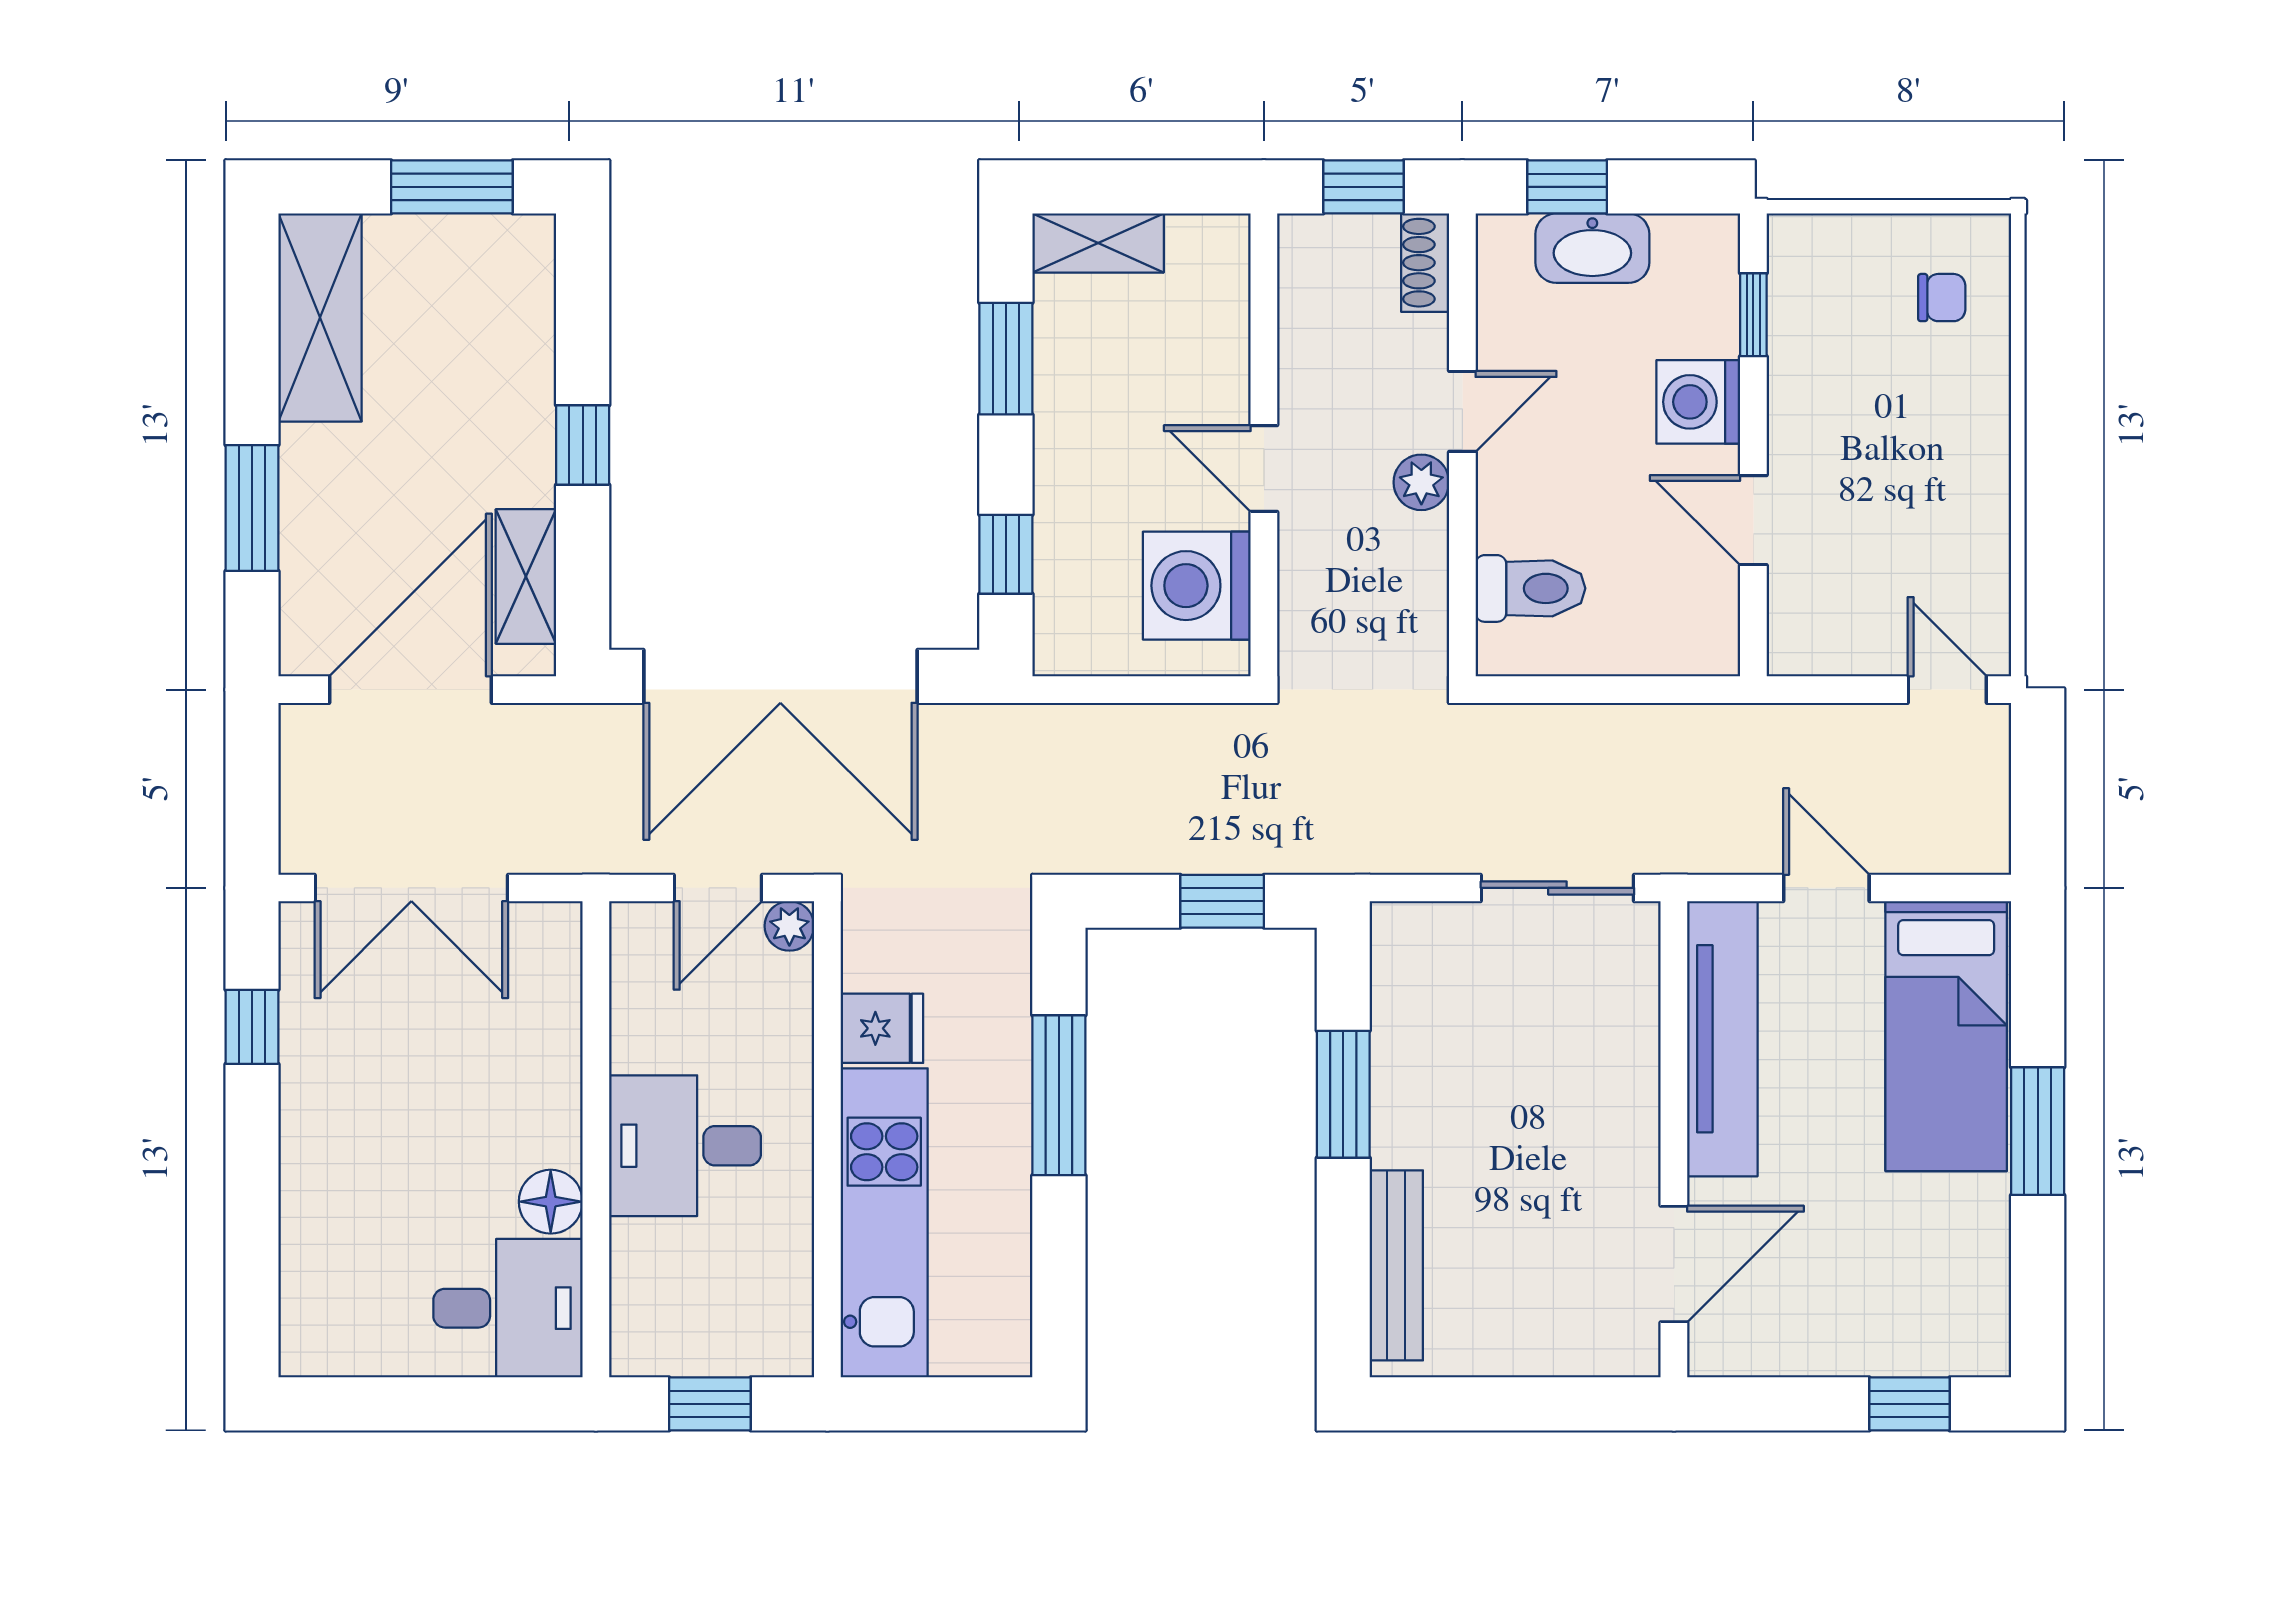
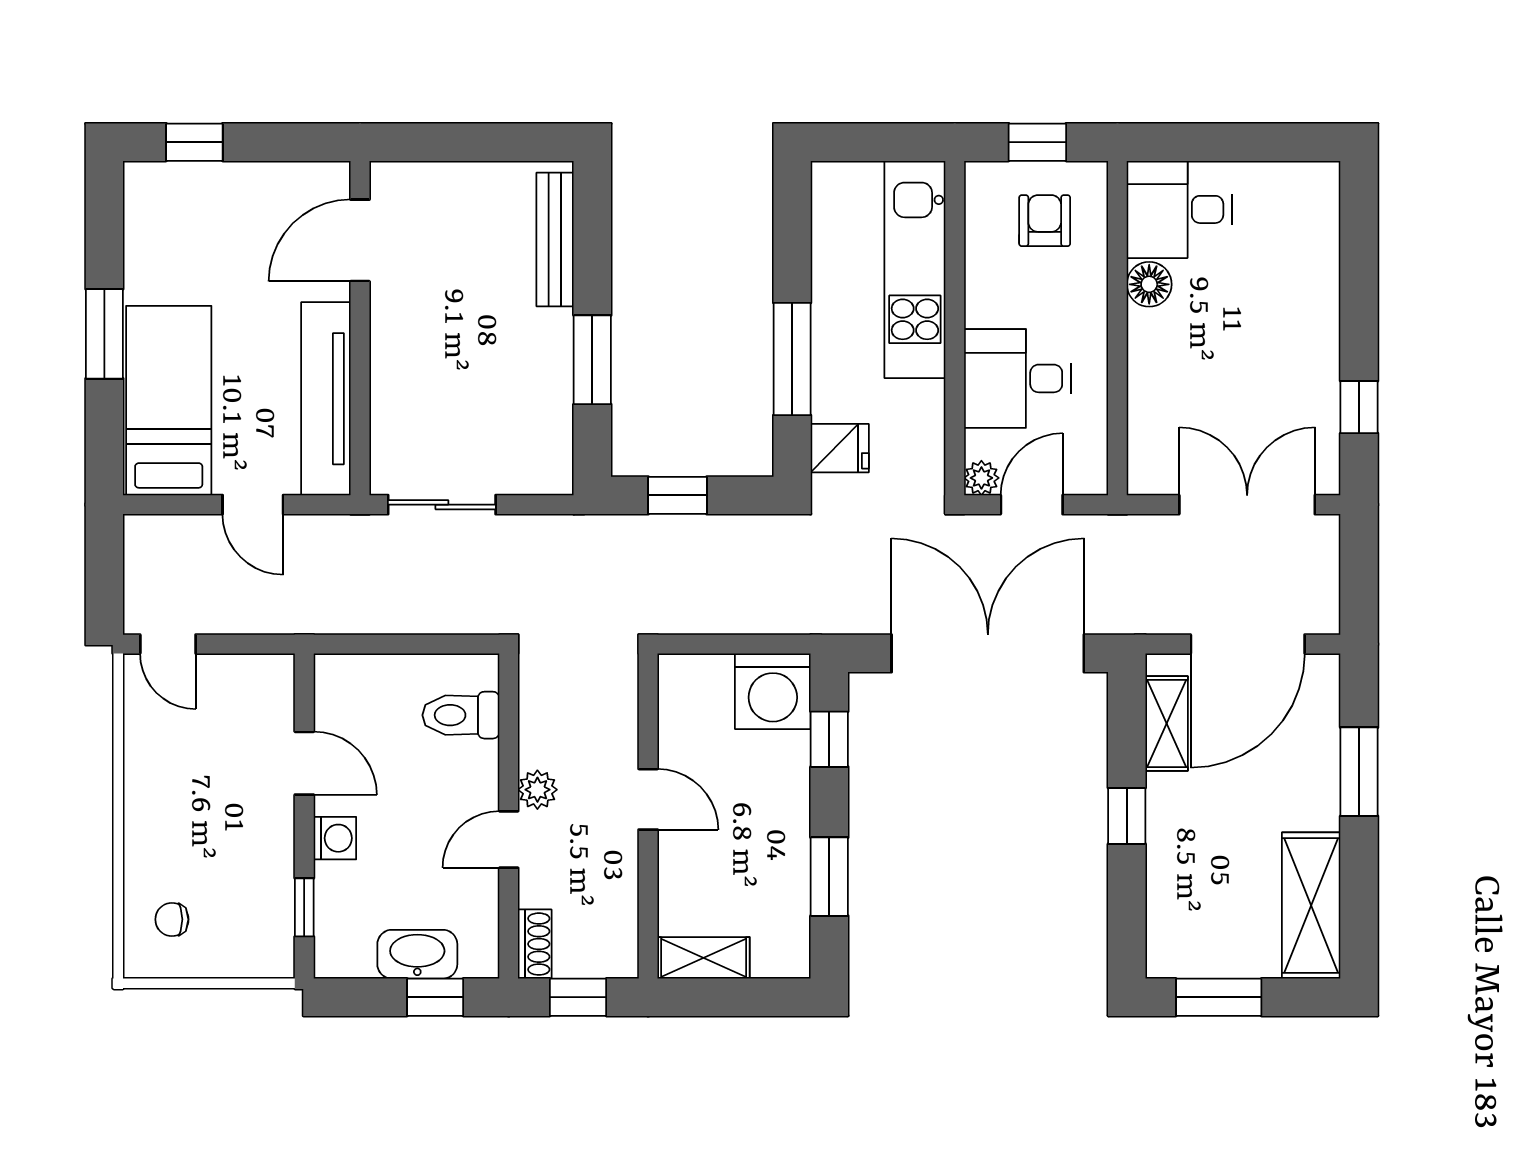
shelving: (1098, 243) -> (704, 958), moved
washing machine: (1698, 402) -> (335, 838), width x0.73, depth x0.73
washing machine: (1197, 586) -> (773, 691), moved, turned 90
fridge: (882, 1028) -> (840, 448), moved, turned 180
desk: (685, 1146) -> (1017, 378), moved, turned 180
armchair: (699, 1292) -> (1045, 221), added

